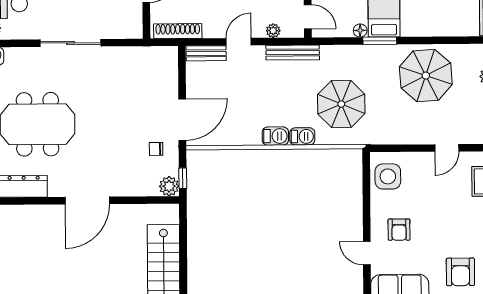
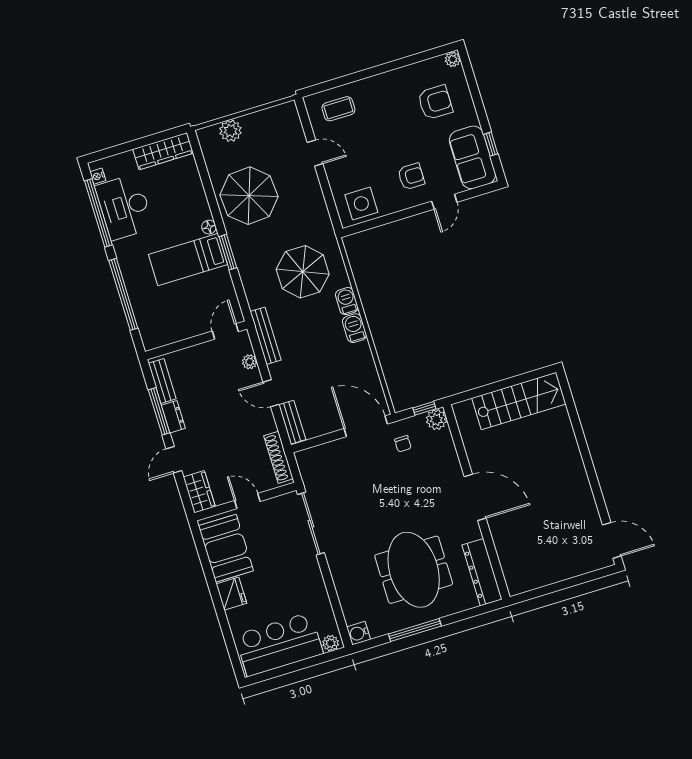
floor lamp: (360, 30) -> (209, 227), moved
sliding door: (71, 43) -> (311, 524), moved

